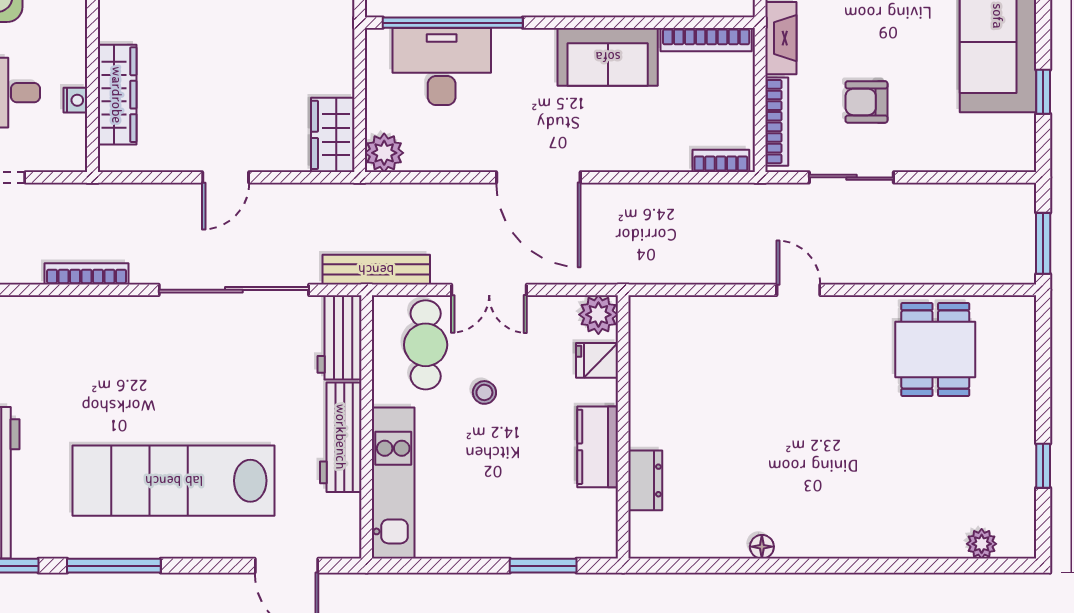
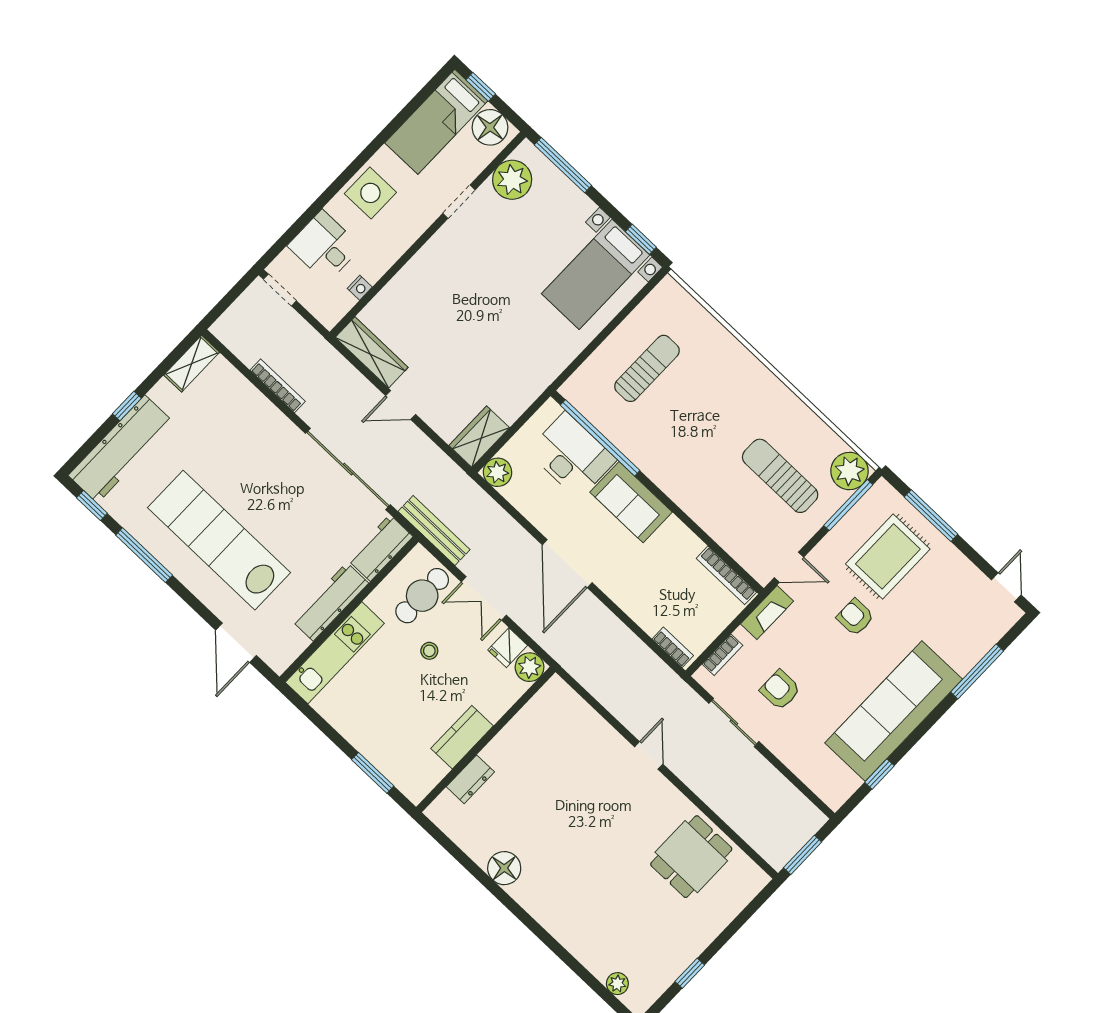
sofa: (608, 57) -> (631, 502), moved
wardrobe: (117, 95) -> (372, 352), moved, turned -90
bookcase: (777, 122) -> (722, 655), width x0.64
fridge: (597, 360) -> (508, 648), moved, turned -90
floor lamp: (762, 547) -> (504, 868), width x1.89, depth x1.89

